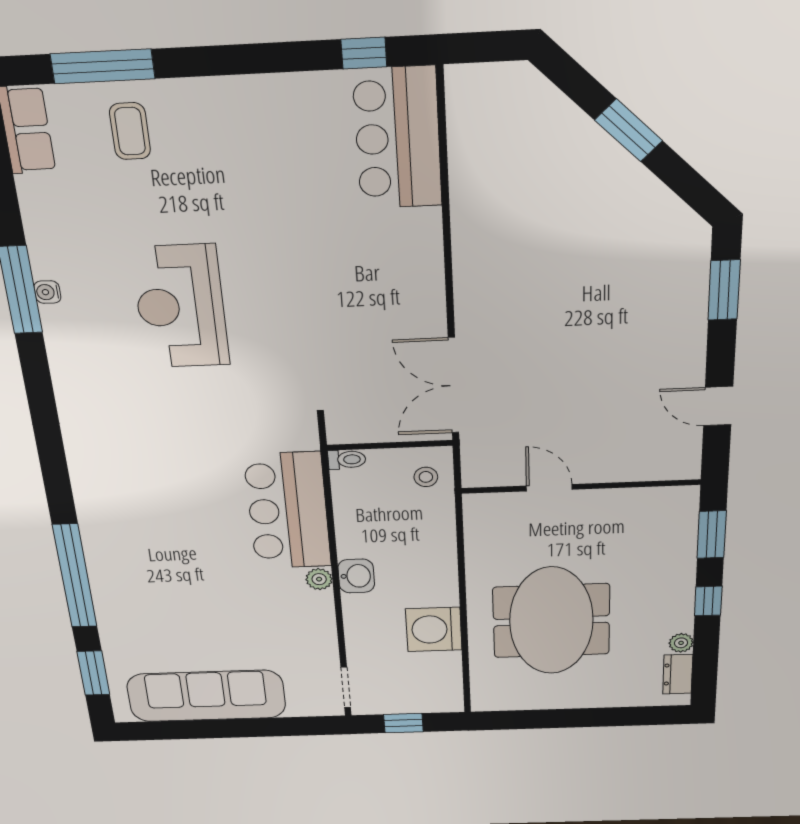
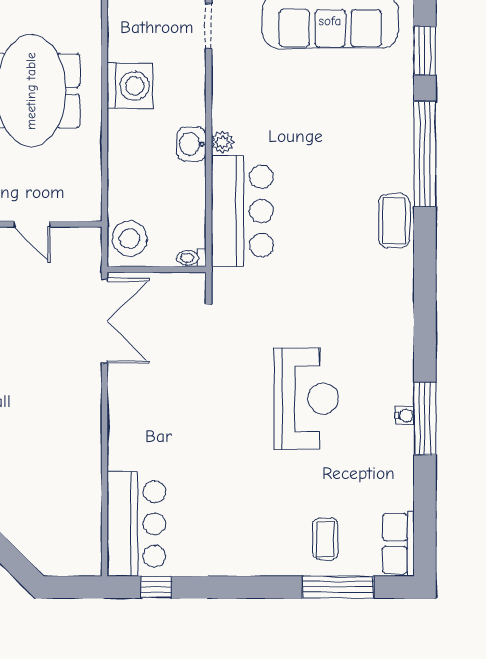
stool: (426, 477) -> (130, 239), width x1.89, depth x1.89
coffee table: (100, 508) -> (394, 221), added

